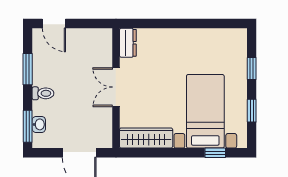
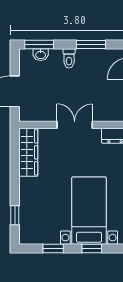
bed with nightstands: (205, 111) -> (89, 211), moved, turned -90

